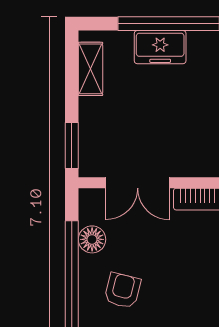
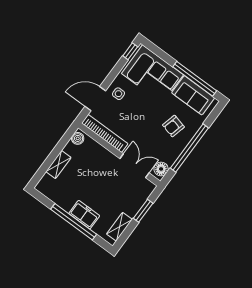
window: (72, 145) -> (143, 211), moved
floor lamp: (92, 239) -> (161, 169), moved

